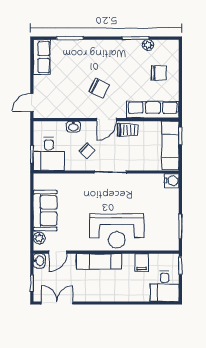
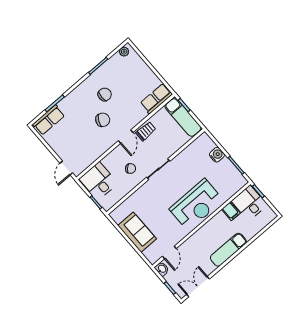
plant: (148, 45) -> (124, 52), moved
row of seats: (42, 57) -> (49, 120), moved, turned 90
chair: (159, 73) -> (105, 94), moved
row of seats: (153, 110) -> (156, 99), width x0.68
washbasin: (73, 127) -> (108, 160), removed
desk: (49, 154) -> (98, 181), moved, turned 180
water cooler: (172, 181) -> (217, 155), moved
plant: (39, 238) -> (149, 254), removed
exam couch: (99, 261) -> (228, 250), moved, turned 180
desk: (165, 286) -> (249, 203), moved, turned 180

